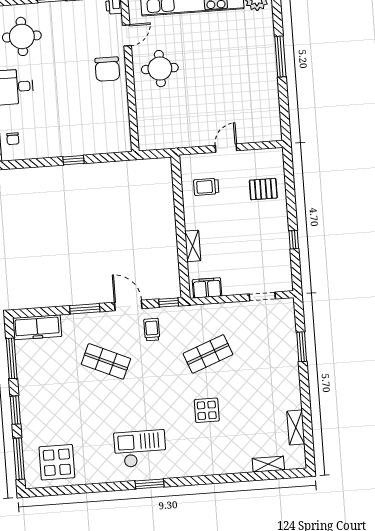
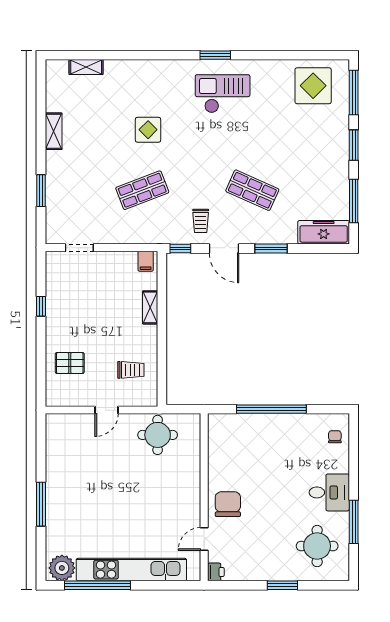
round table: (160, 69) -> (158, 435), moved
window: (73, 160) -> (271, 409), width x3.17
filing cabinet: (207, 288) -> (146, 261), width x0.50
shelving: (296, 428) -> (54, 131), moved
checkout: (140, 449) -> (223, 94), turned 180

